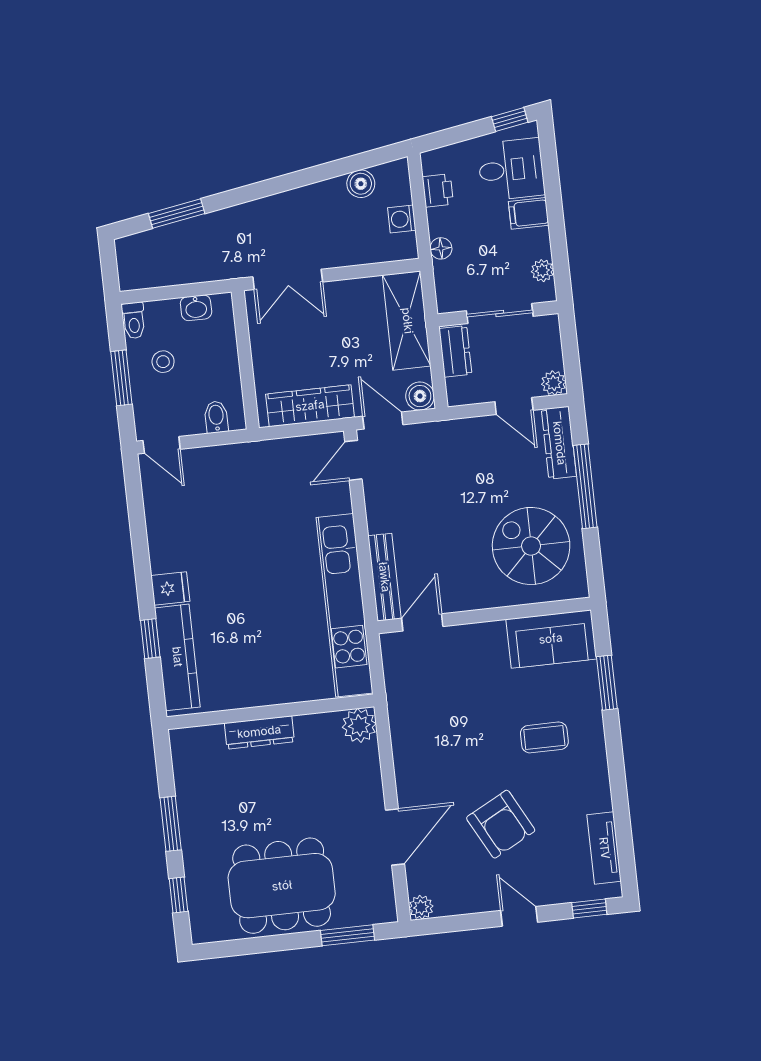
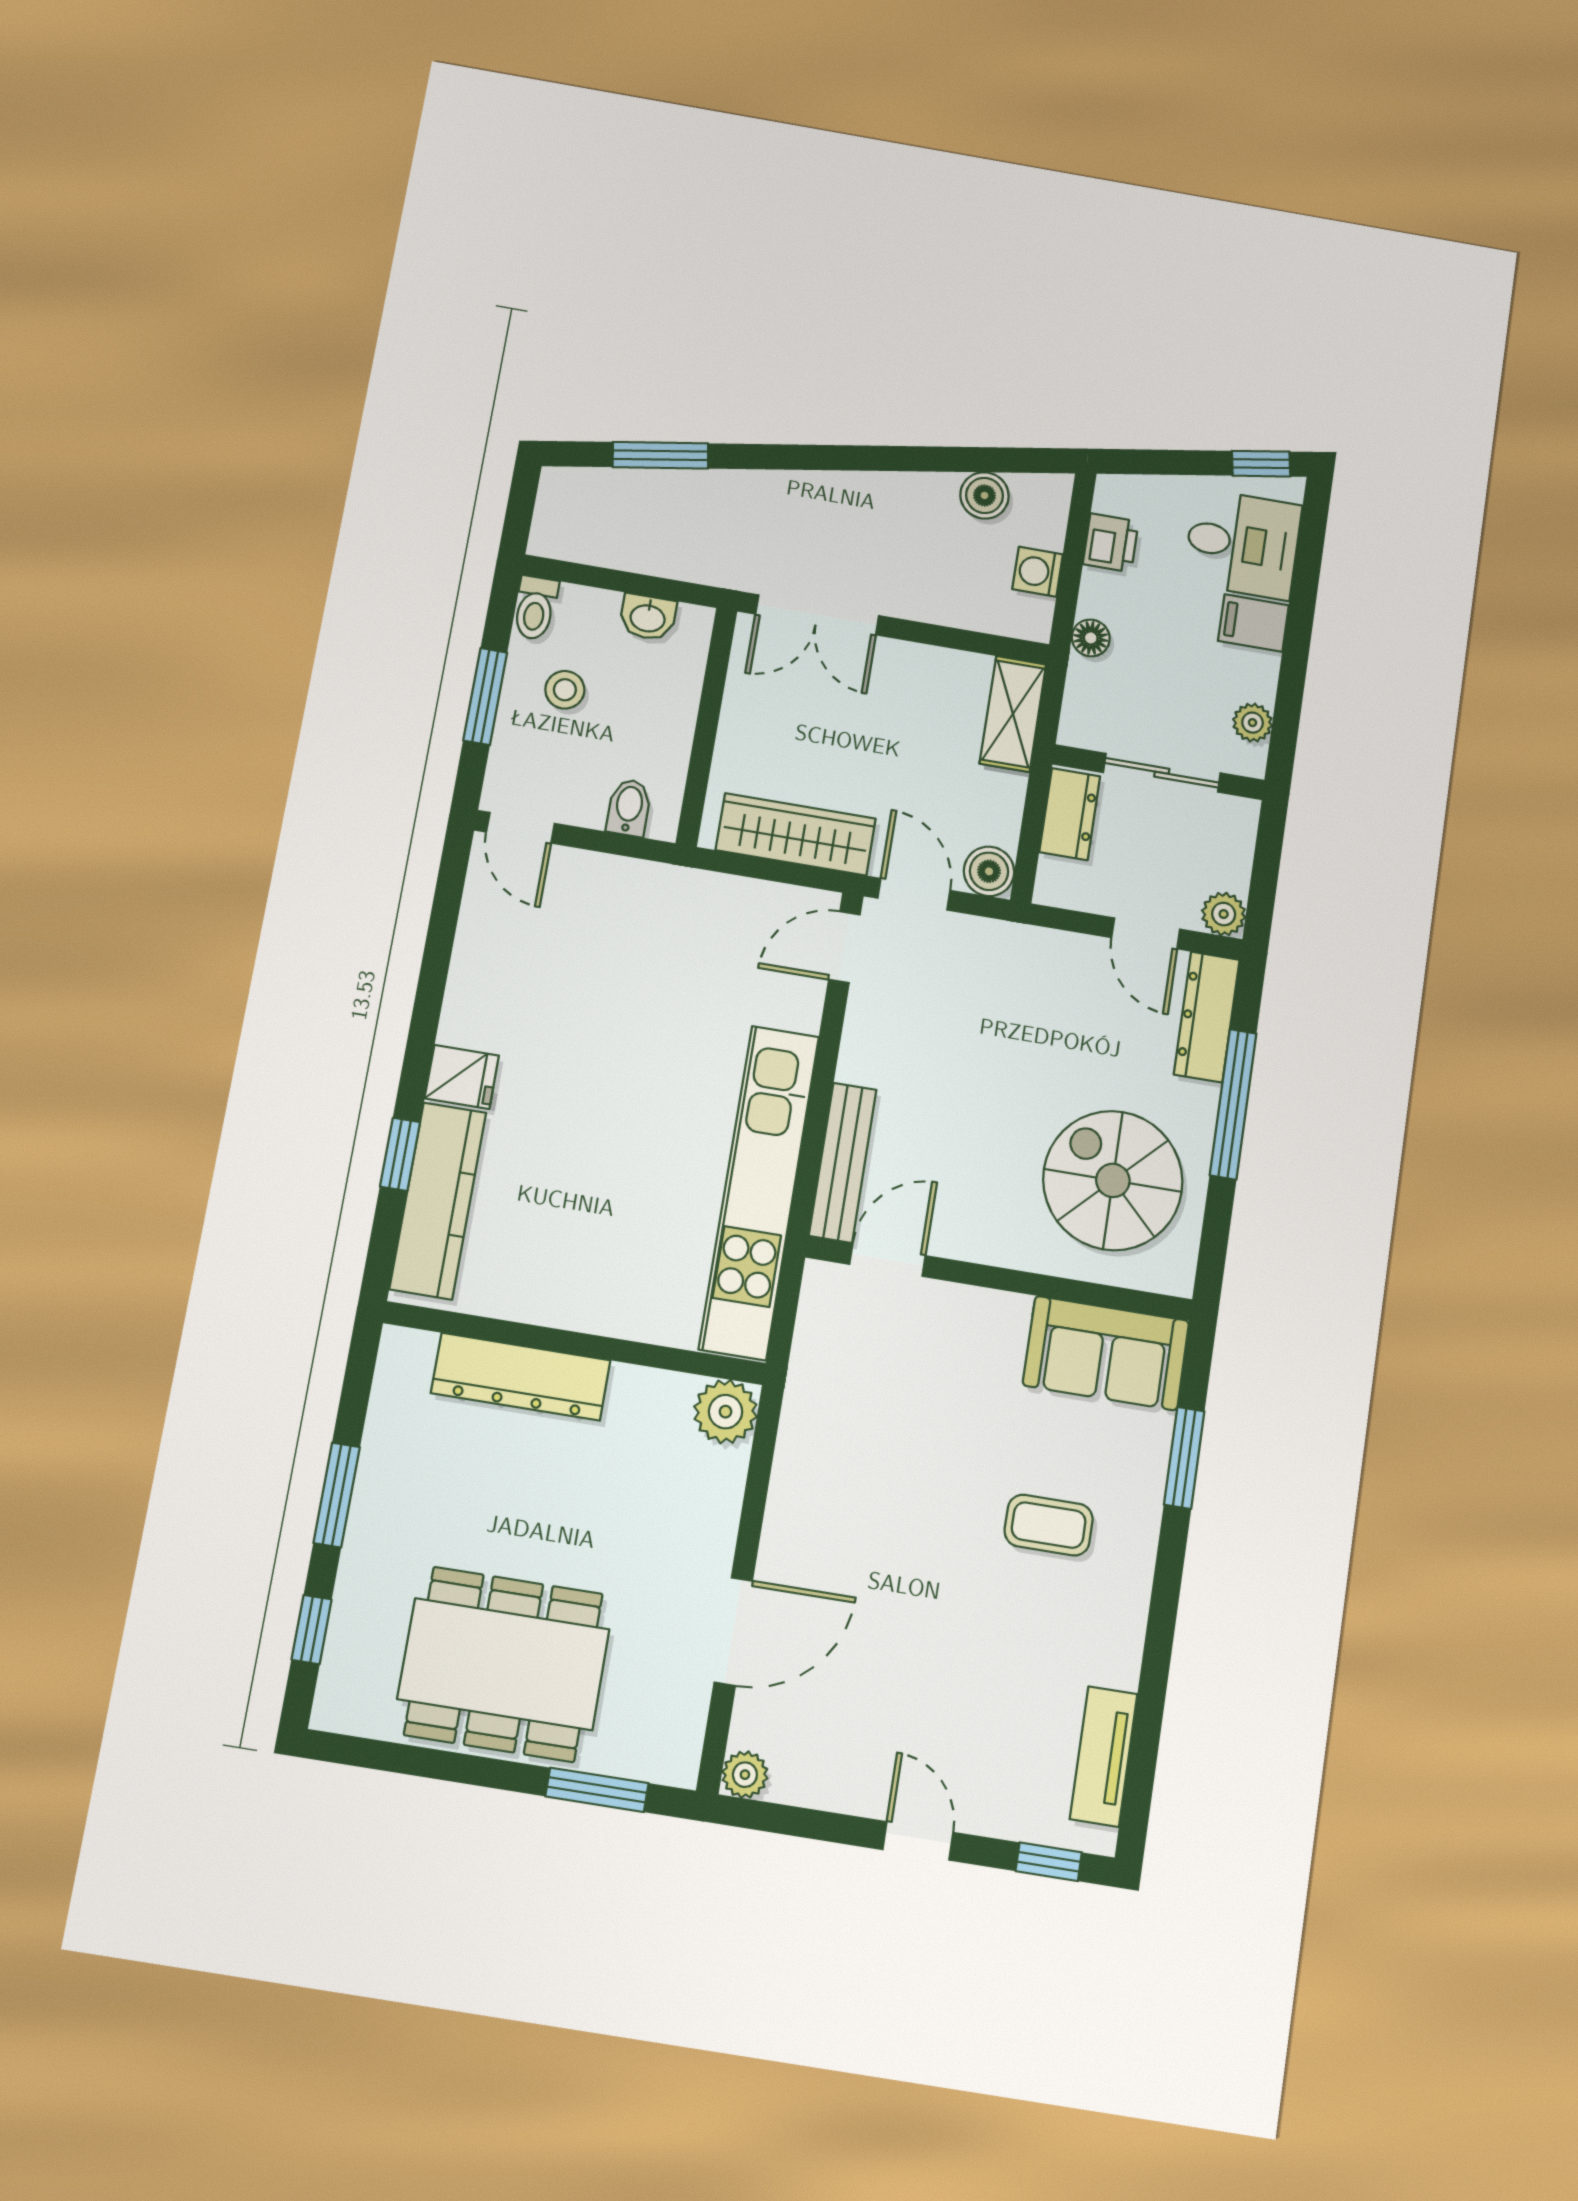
shelving: (407, 321) -> (1013, 714), width x0.67, depth x0.75
dresser: (259, 732) -> (521, 1377), width x1.37, depth x1.24
armchair: (501, 824) -> (930, 1661), removed

